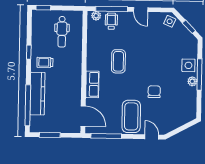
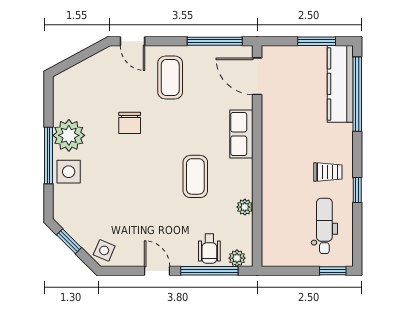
dental chair: (62, 32) -> (324, 226), moved
plant: (91, 44) -> (245, 207), added
plant: (192, 81) -> (69, 135), width x1.88, depth x1.88
kitchen counter: (37, 94) -> (340, 84), moved
coffee table: (131, 116) -> (170, 78), width x0.73, depth x0.76

